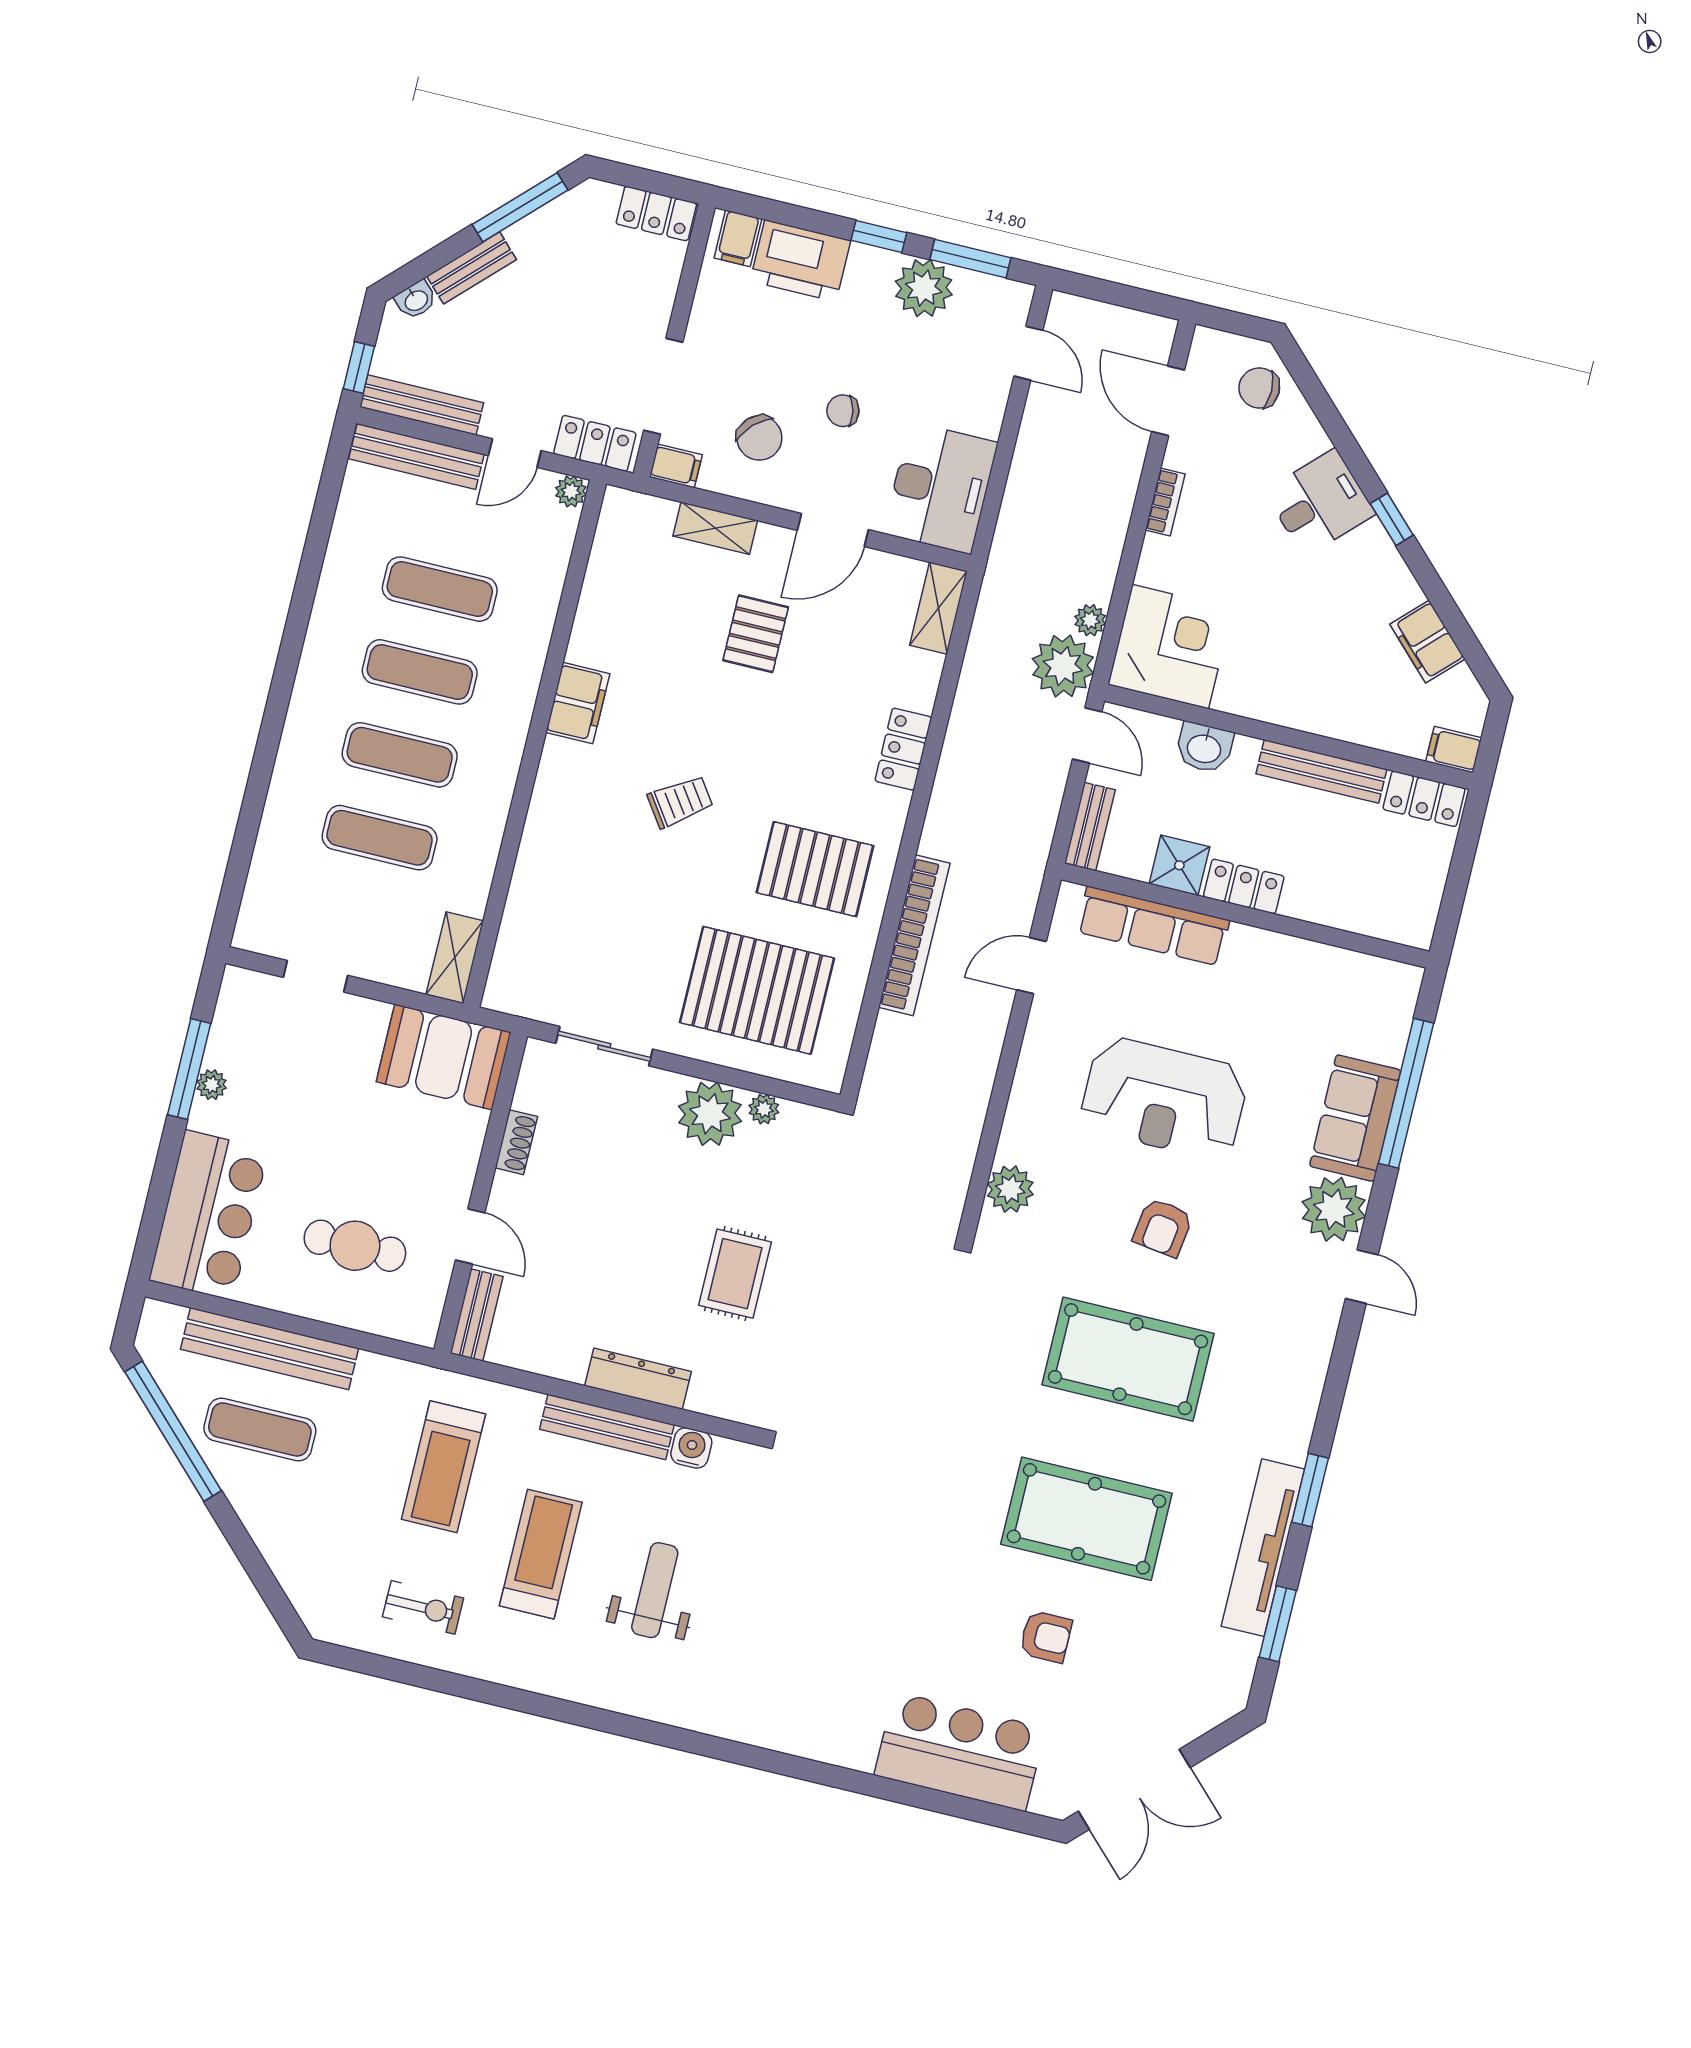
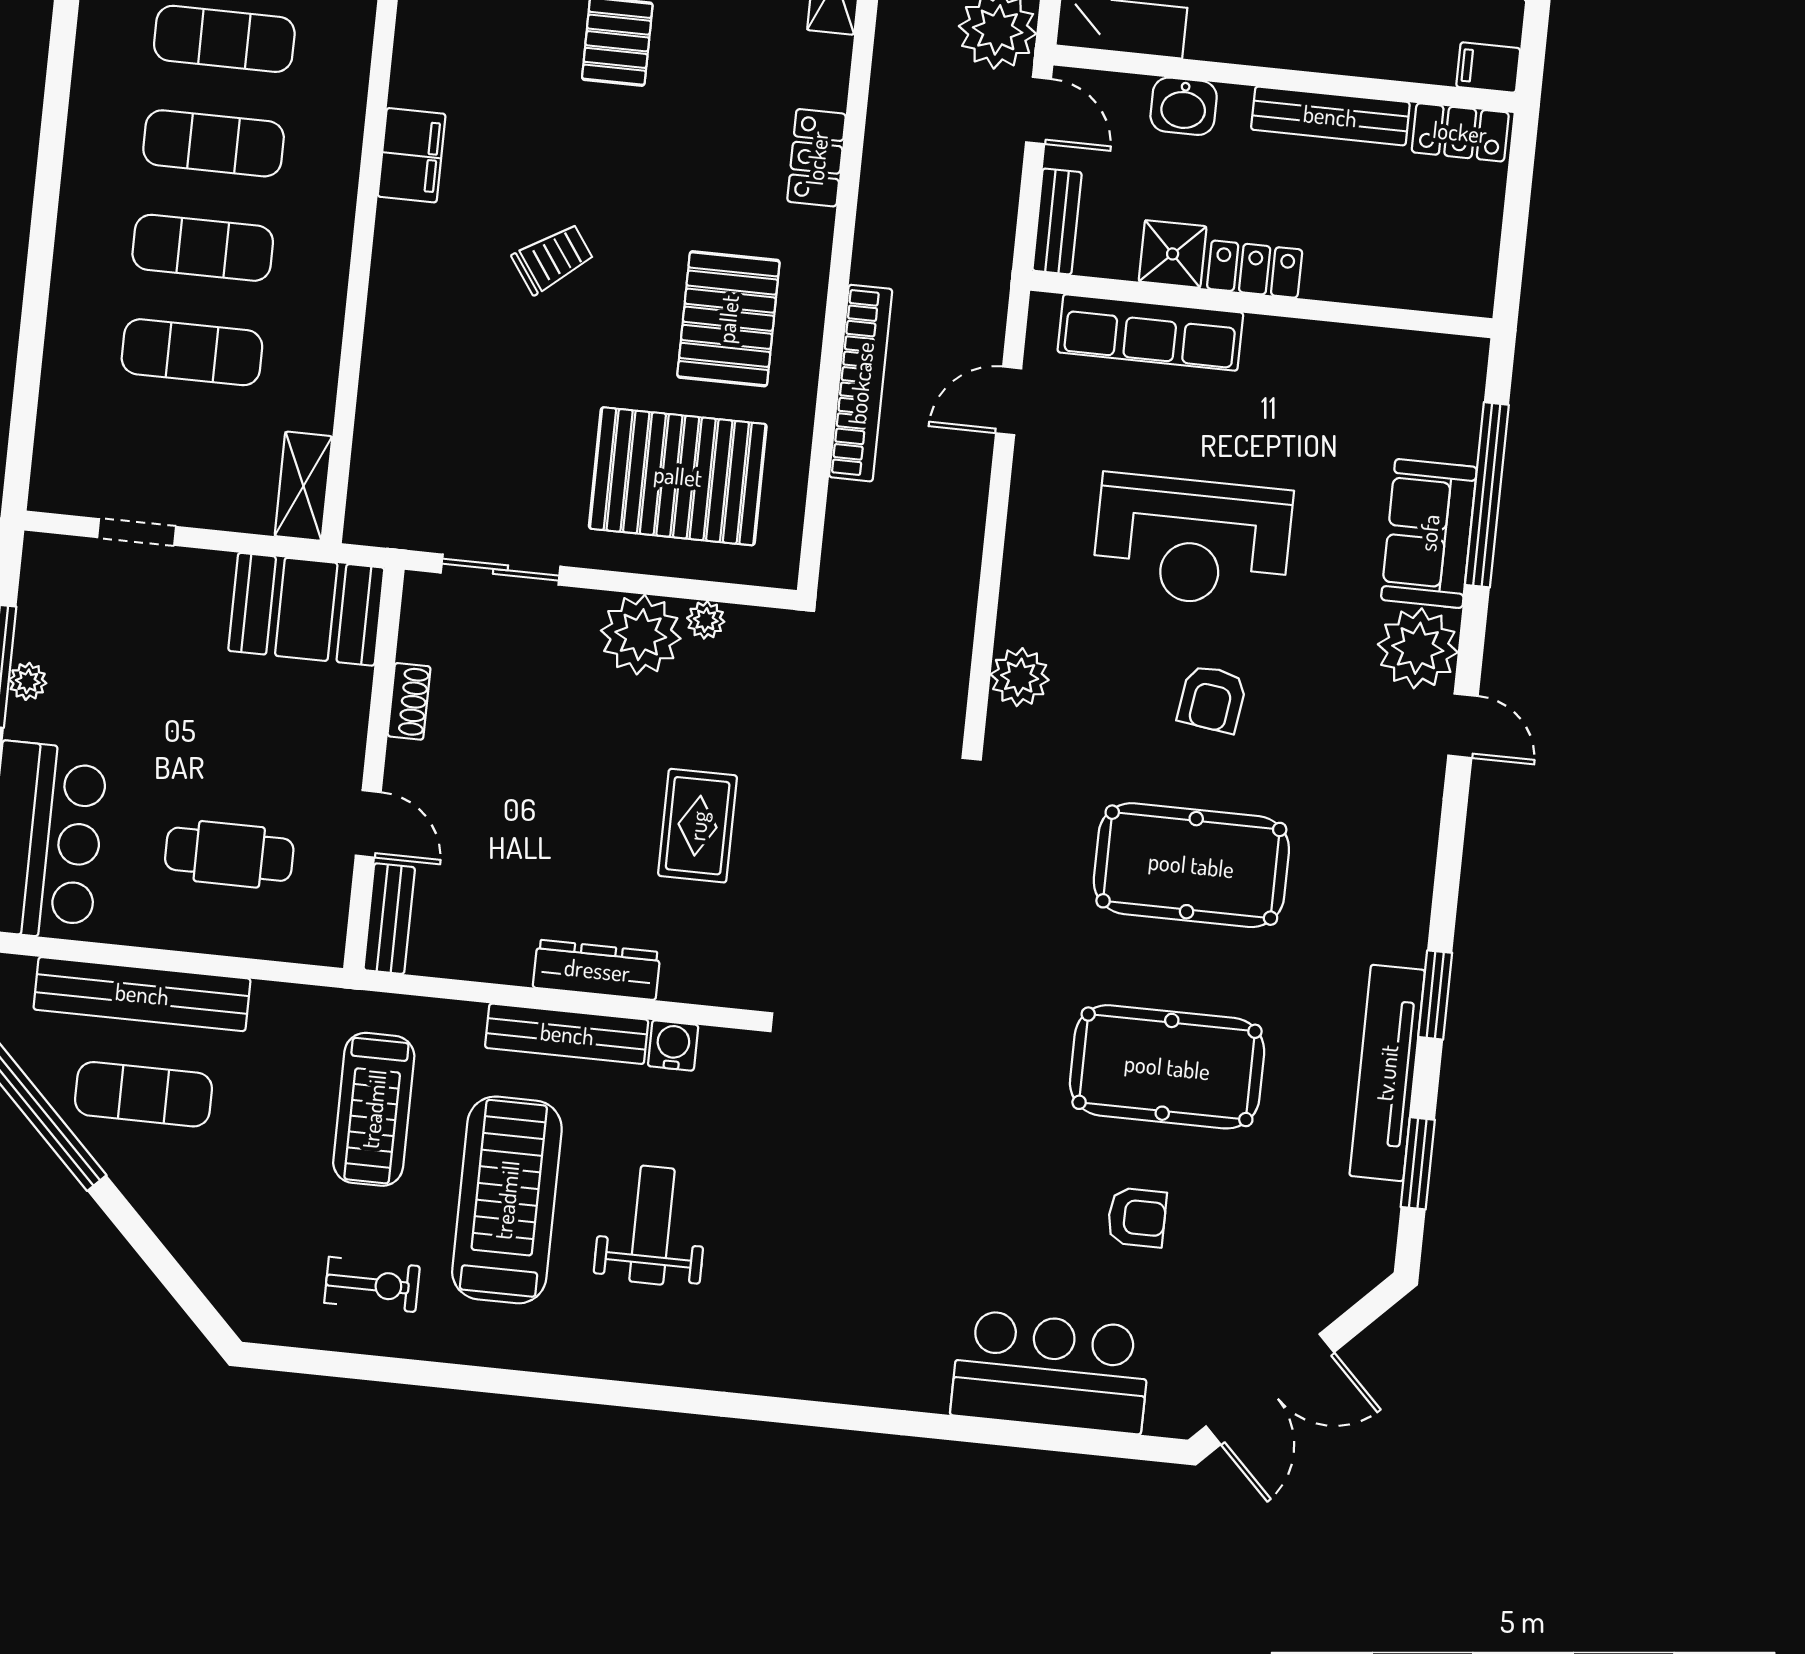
pallet: (815, 869) -> (728, 319), turned 90
treadmill: (541, 1554) -> (507, 1200), width x1.37, depth x1.38

